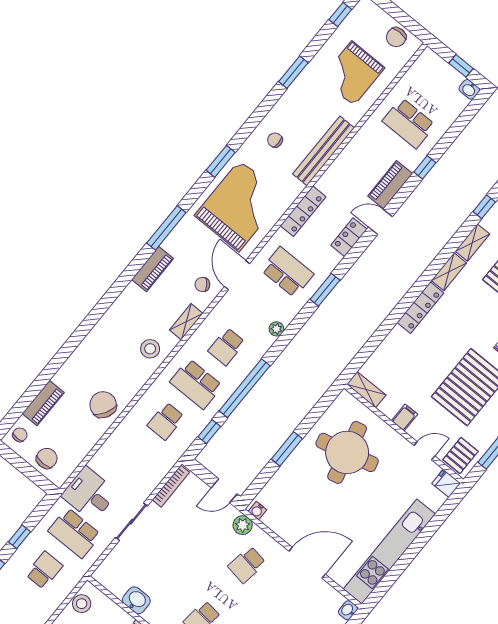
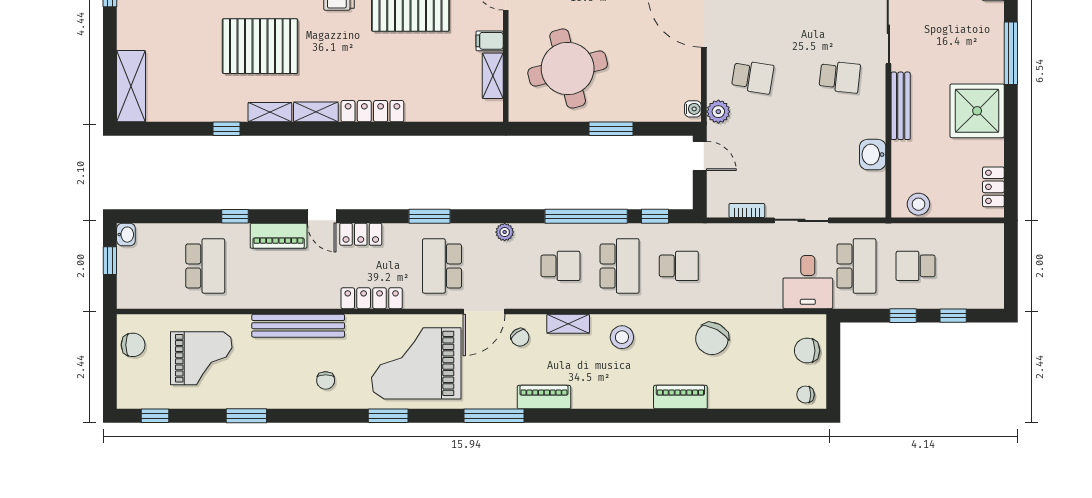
shelving: (366, 390) -> (493, 76), moved
piano: (43, 403) -> (680, 397), moved
bookcase: (171, 486) -> (747, 211), width x0.64

